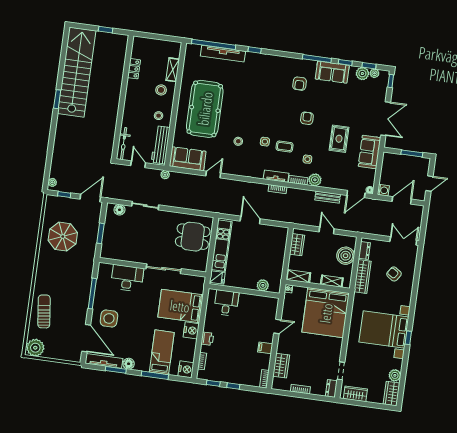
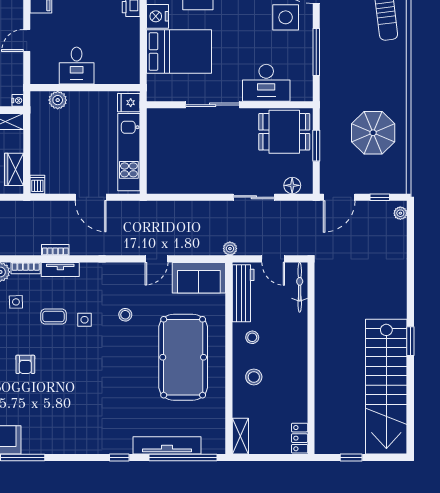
locker: (134, 69) -> (300, 438), moved
shelving: (173, 70) -> (240, 436), moved
armchair: (300, 84) -> (44, 416), removed
dishwasher: (283, 233) -> (37, 185), added
dining table: (193, 237) -> (284, 132), moved
desk: (226, 303) -> (77, 66), moved

